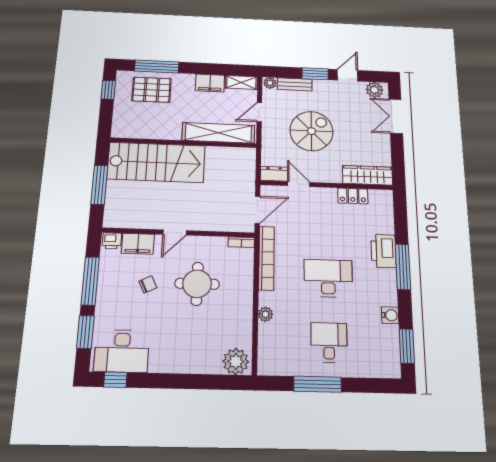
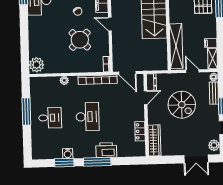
filing cabinet: (210, 83) -> (211, 43), width x0.50
double door: (396, 116) -> (196, 159), swing flipped
round table: (197, 284) -> (80, 40), turned 45
window: (407, 346) -> (64, 163), moved

